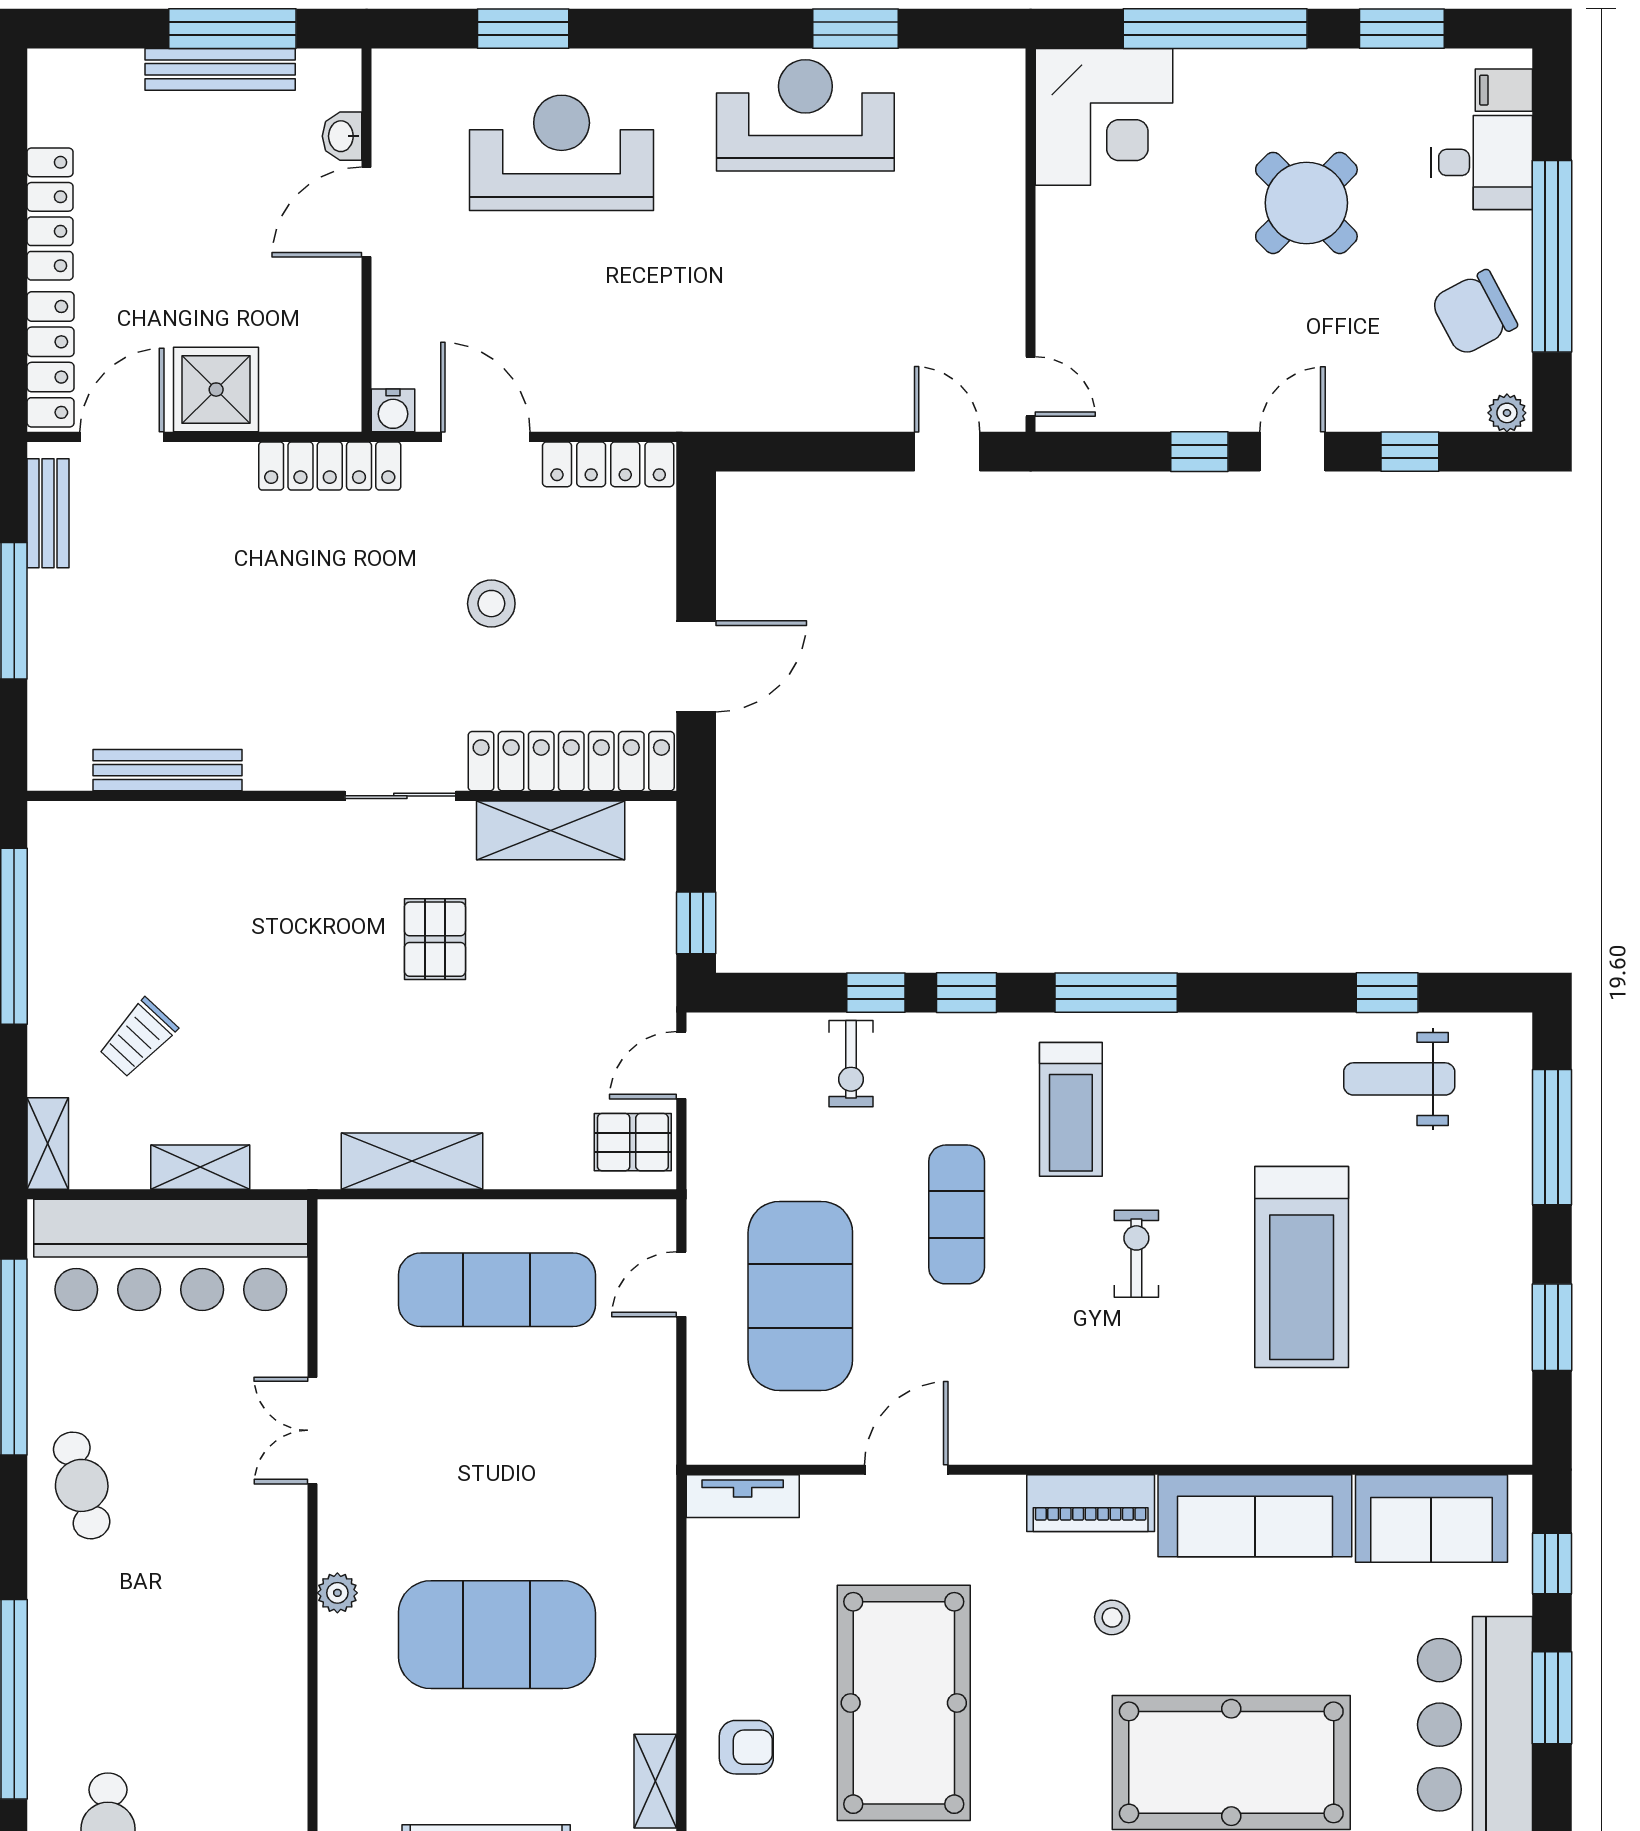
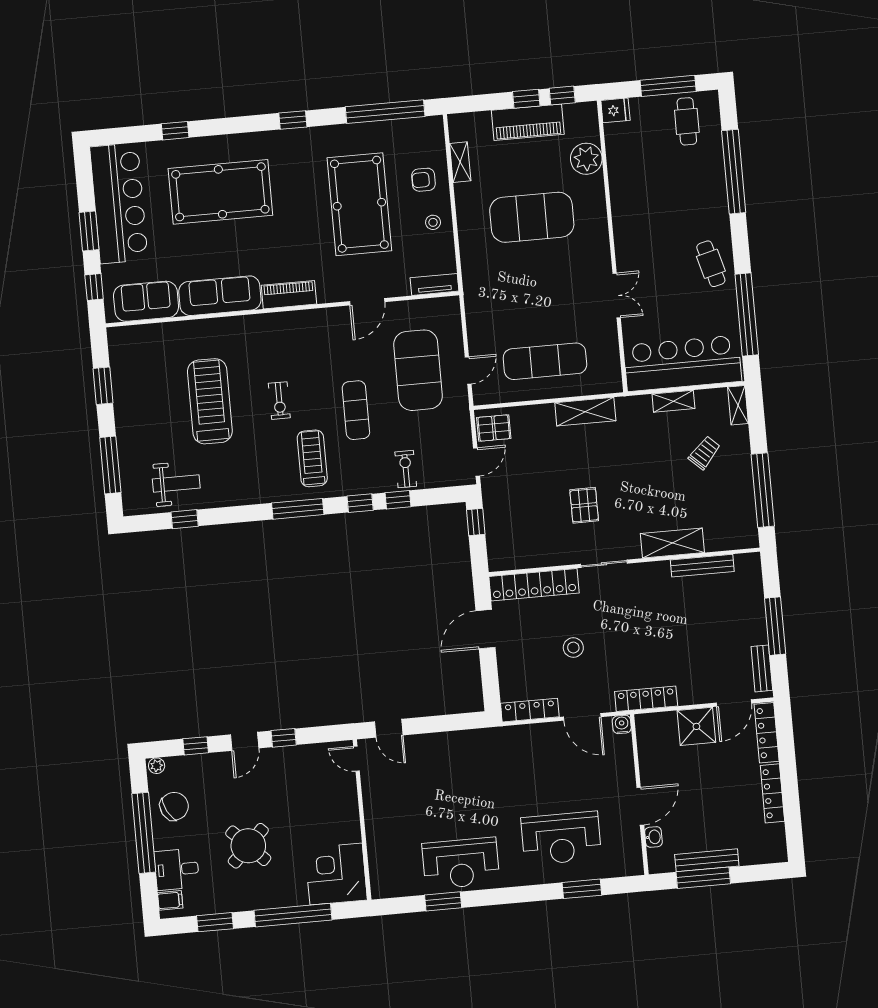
shelving: (551, 830) -> (672, 543), moved
plant: (337, 1593) -> (586, 159), moved, width x1.88, depth x1.88
stool: (1112, 1617) -> (433, 222), moved

